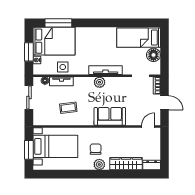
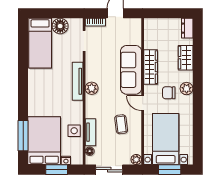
sofa: (110, 116) -> (131, 70), width x1.36
plant: (38, 121) -> (136, 160), added
door: (148, 127) -> (143, 103), moved
wardrobe: (118, 133) -> (151, 67), added
wardrobe: (126, 164) -> (186, 58), width x0.67

